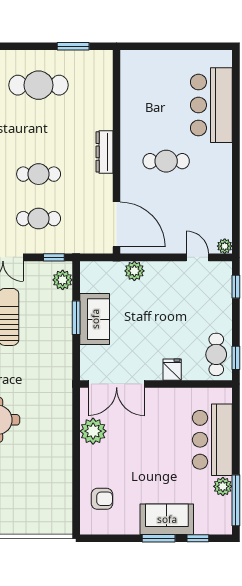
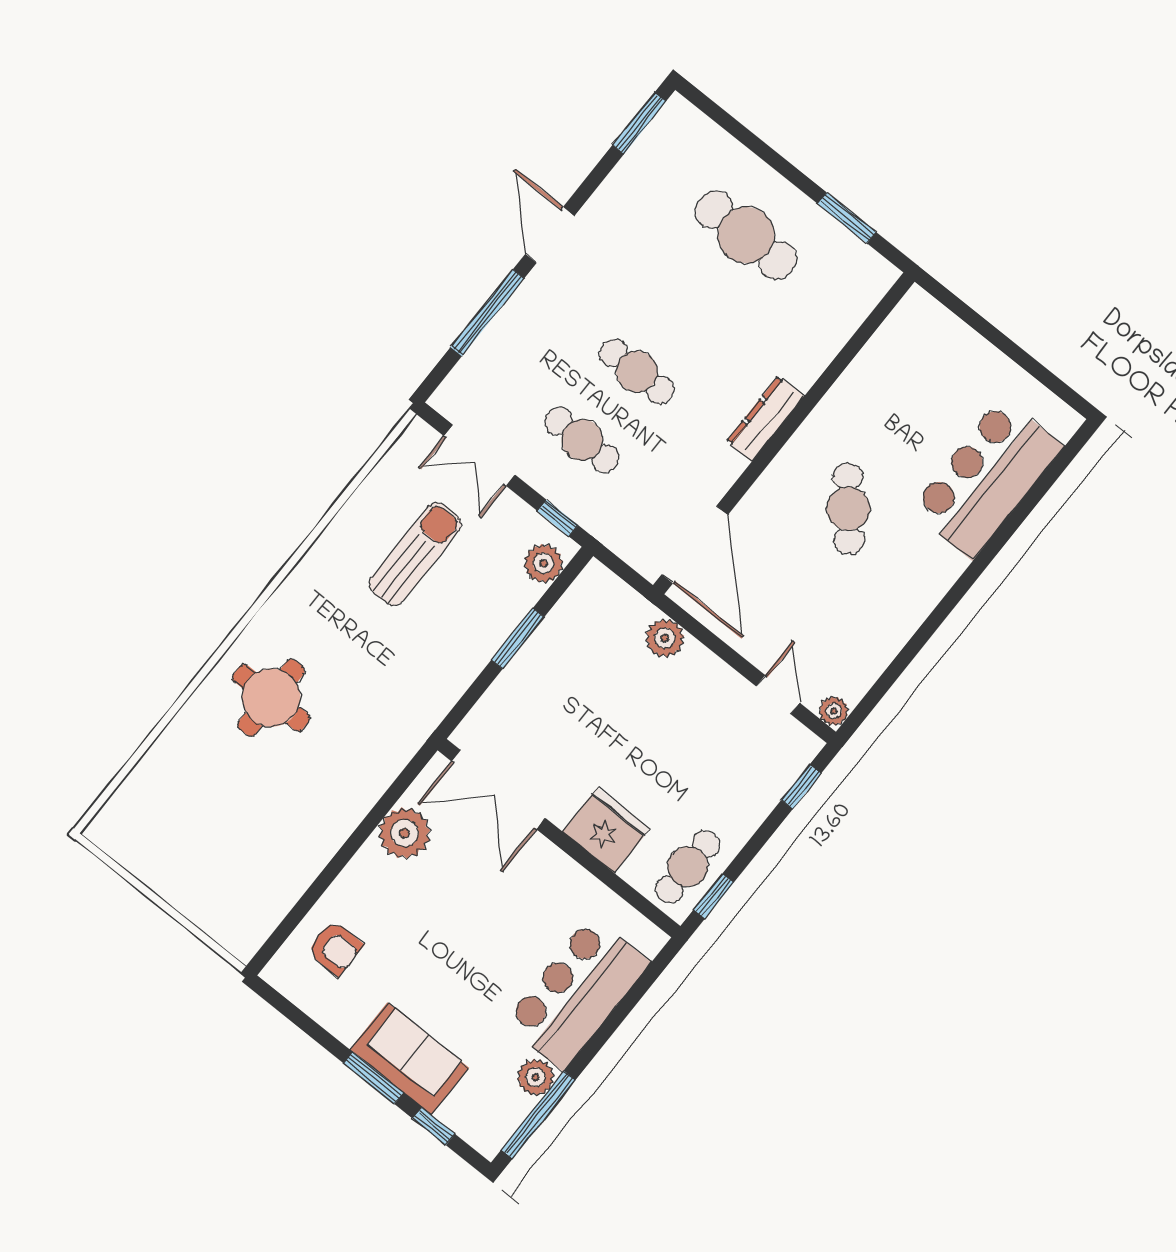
cafe table: (166, 161) -> (848, 509), turned 50
sofa: (95, 319) -> (545, 663), removed
fridge: (172, 370) -> (606, 830), width x1.88, depth x1.34

